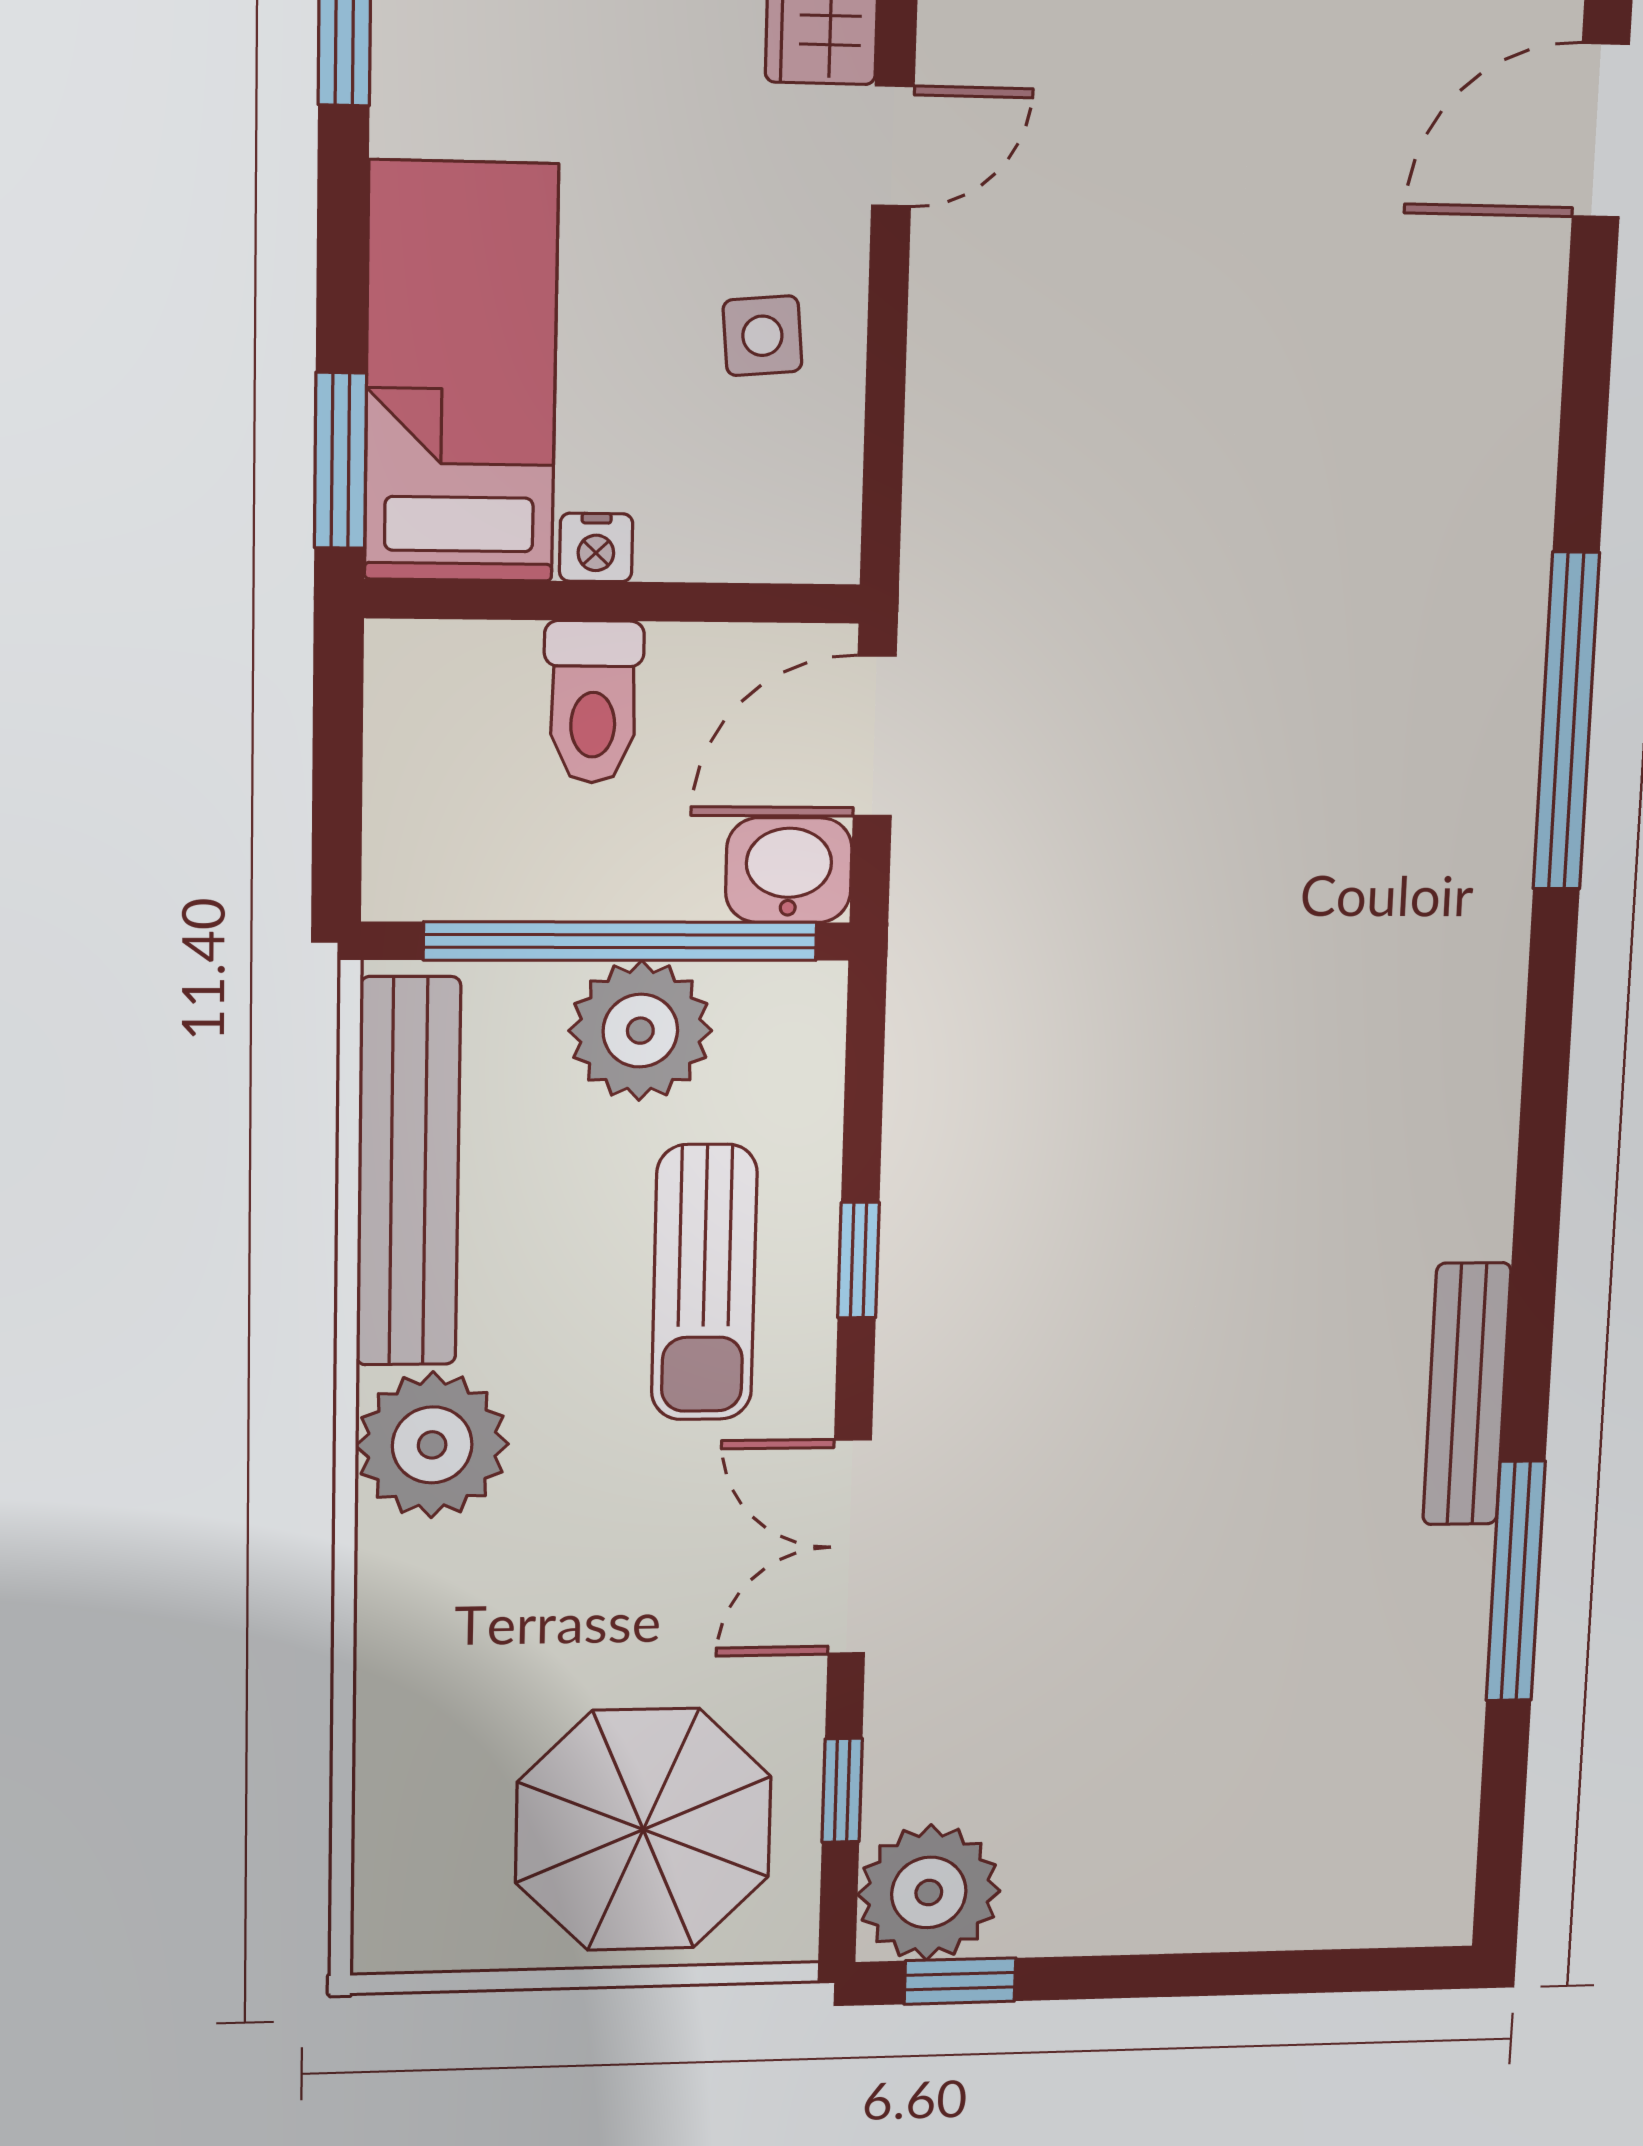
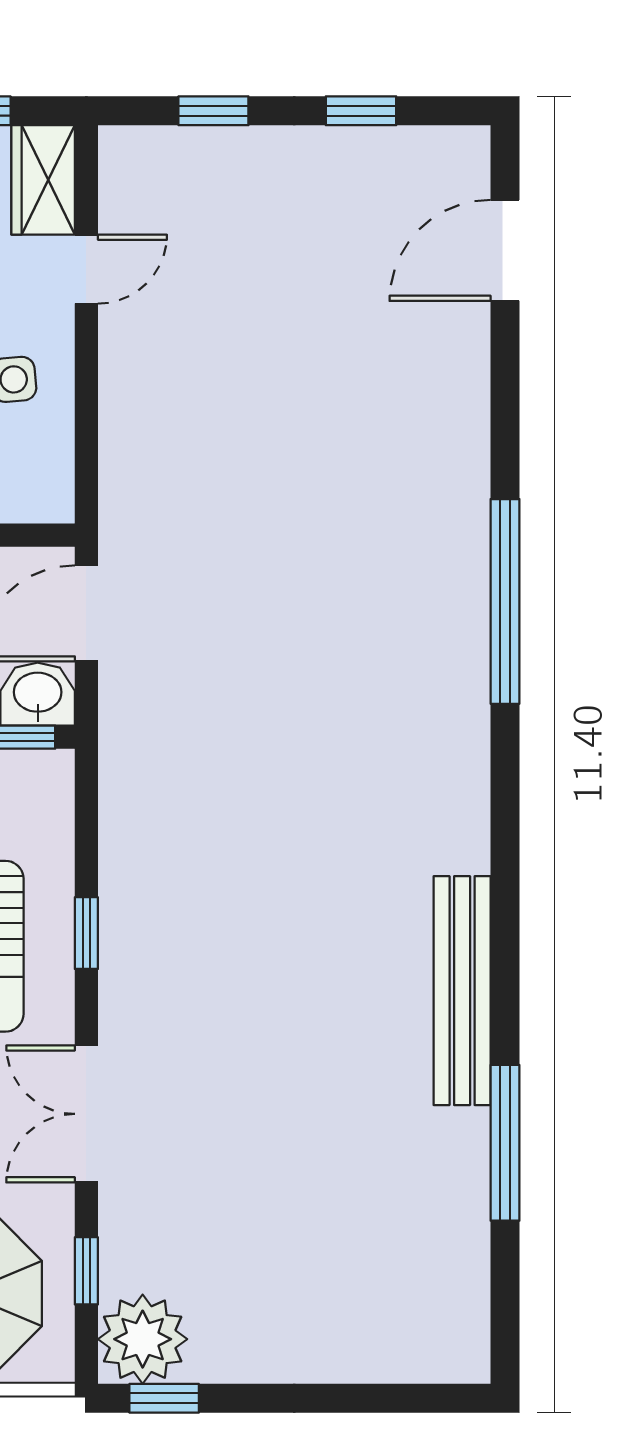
bench: (1467, 1394) -> (462, 991), width x1.37, depth x1.21

